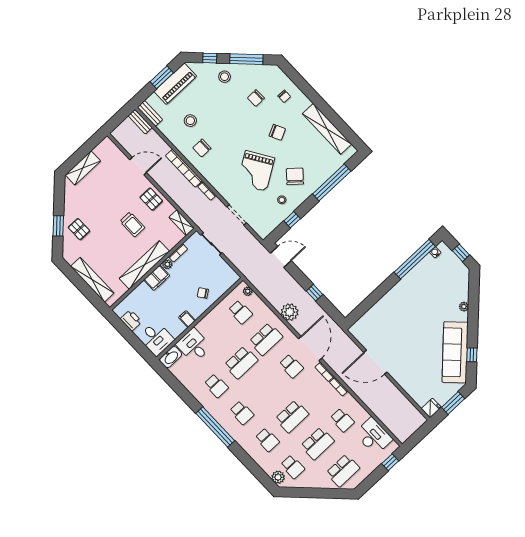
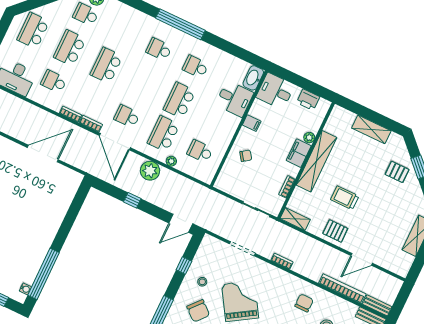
bookcase: (184, 168) -> (342, 289), moved
plant: (167, 264) -> (309, 138), moved
shelving: (92, 280) -> (371, 129), width x0.68
plant: (248, 291) -> (171, 161), moved
school desk: (267, 440) -> (122, 32), removed

